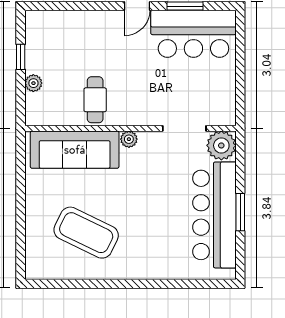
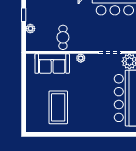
sofa: (75, 150) -> (52, 64), width x0.73
coffee table: (86, 233) -> (58, 107), turned 64

